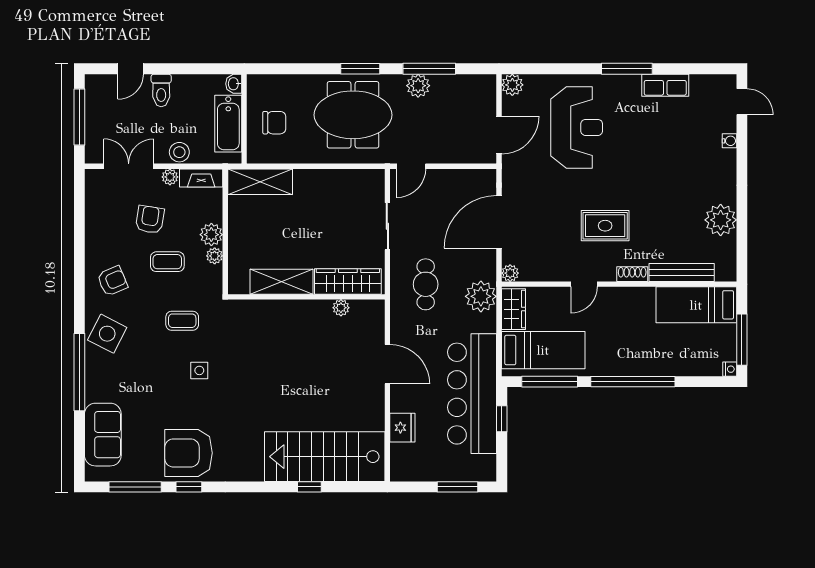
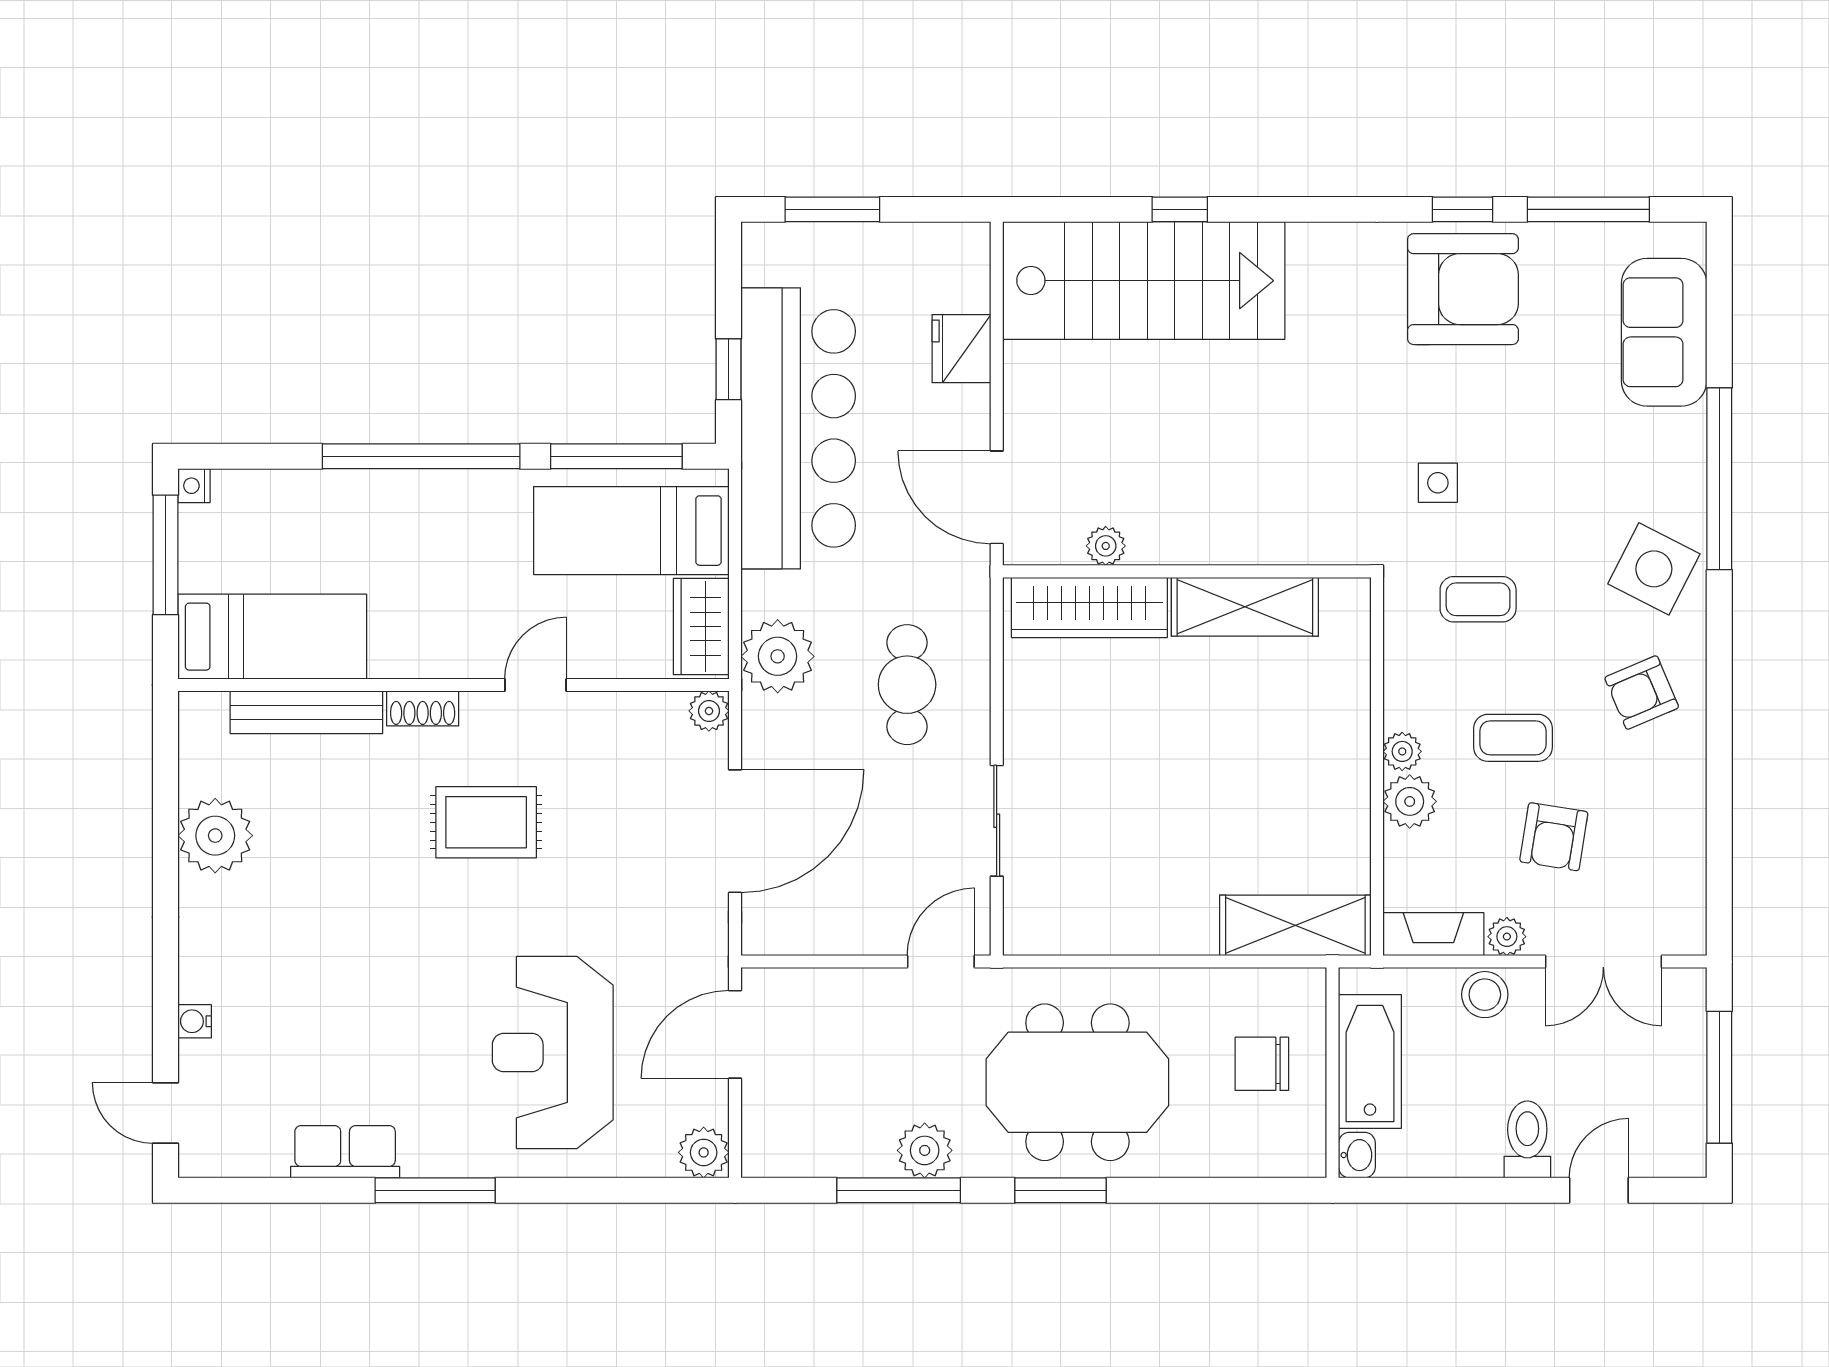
wardrobe: (348, 281) -> (1089, 607), moved
shelving: (282, 282) -> (1245, 607), moved
wall: (306, 297) -> (1187, 571), moved
plant: (341, 308) -> (1106, 546), moved

